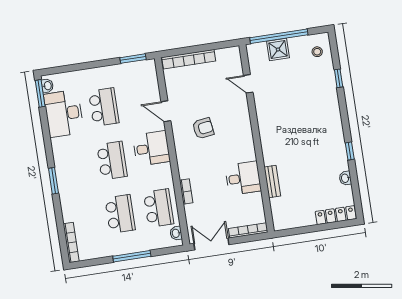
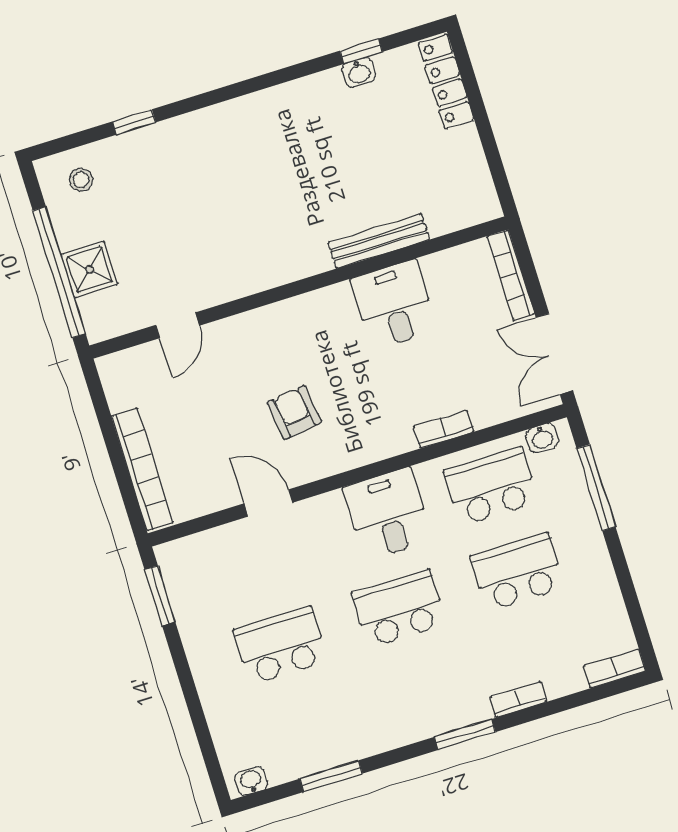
window: (40, 93) -> (331, 776), moved
door: (166, 111) -> (268, 503), swing flipped
desk: (64, 114) -> (309, 734), removed
desk: (151, 148) -> (388, 514), moved
window: (350, 151) -> (361, 51), moved
bench: (272, 181) -> (379, 241), width x1.36
bookcase: (65, 206) -> (518, 700), added
bookcase: (71, 242) -> (615, 668), width x0.64
window: (132, 256) -> (596, 488), moved

